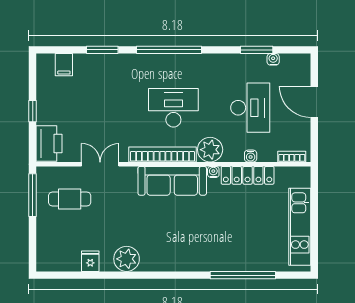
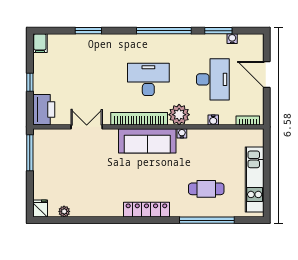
window: (169, 50) -> (164, 31), moved
filing cabinet: (64, 65) -> (40, 43), moved
locker: (248, 175) -> (146, 210), moved, turned 180
cafe table: (70, 199) -> (206, 189), moved
plant: (127, 259) -> (64, 211), moved, width x0.53, depth x0.53
fridge: (90, 261) -> (40, 208), moved

